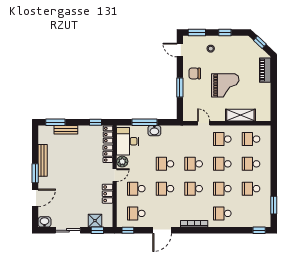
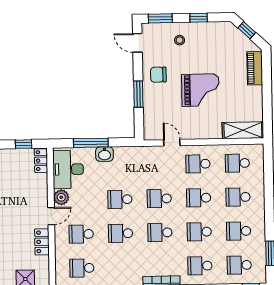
shelving: (240, 115) -> (243, 130), moved
locker: (108, 154) -> (41, 187), removed
school desk: (251, 213) -> (239, 265), added

